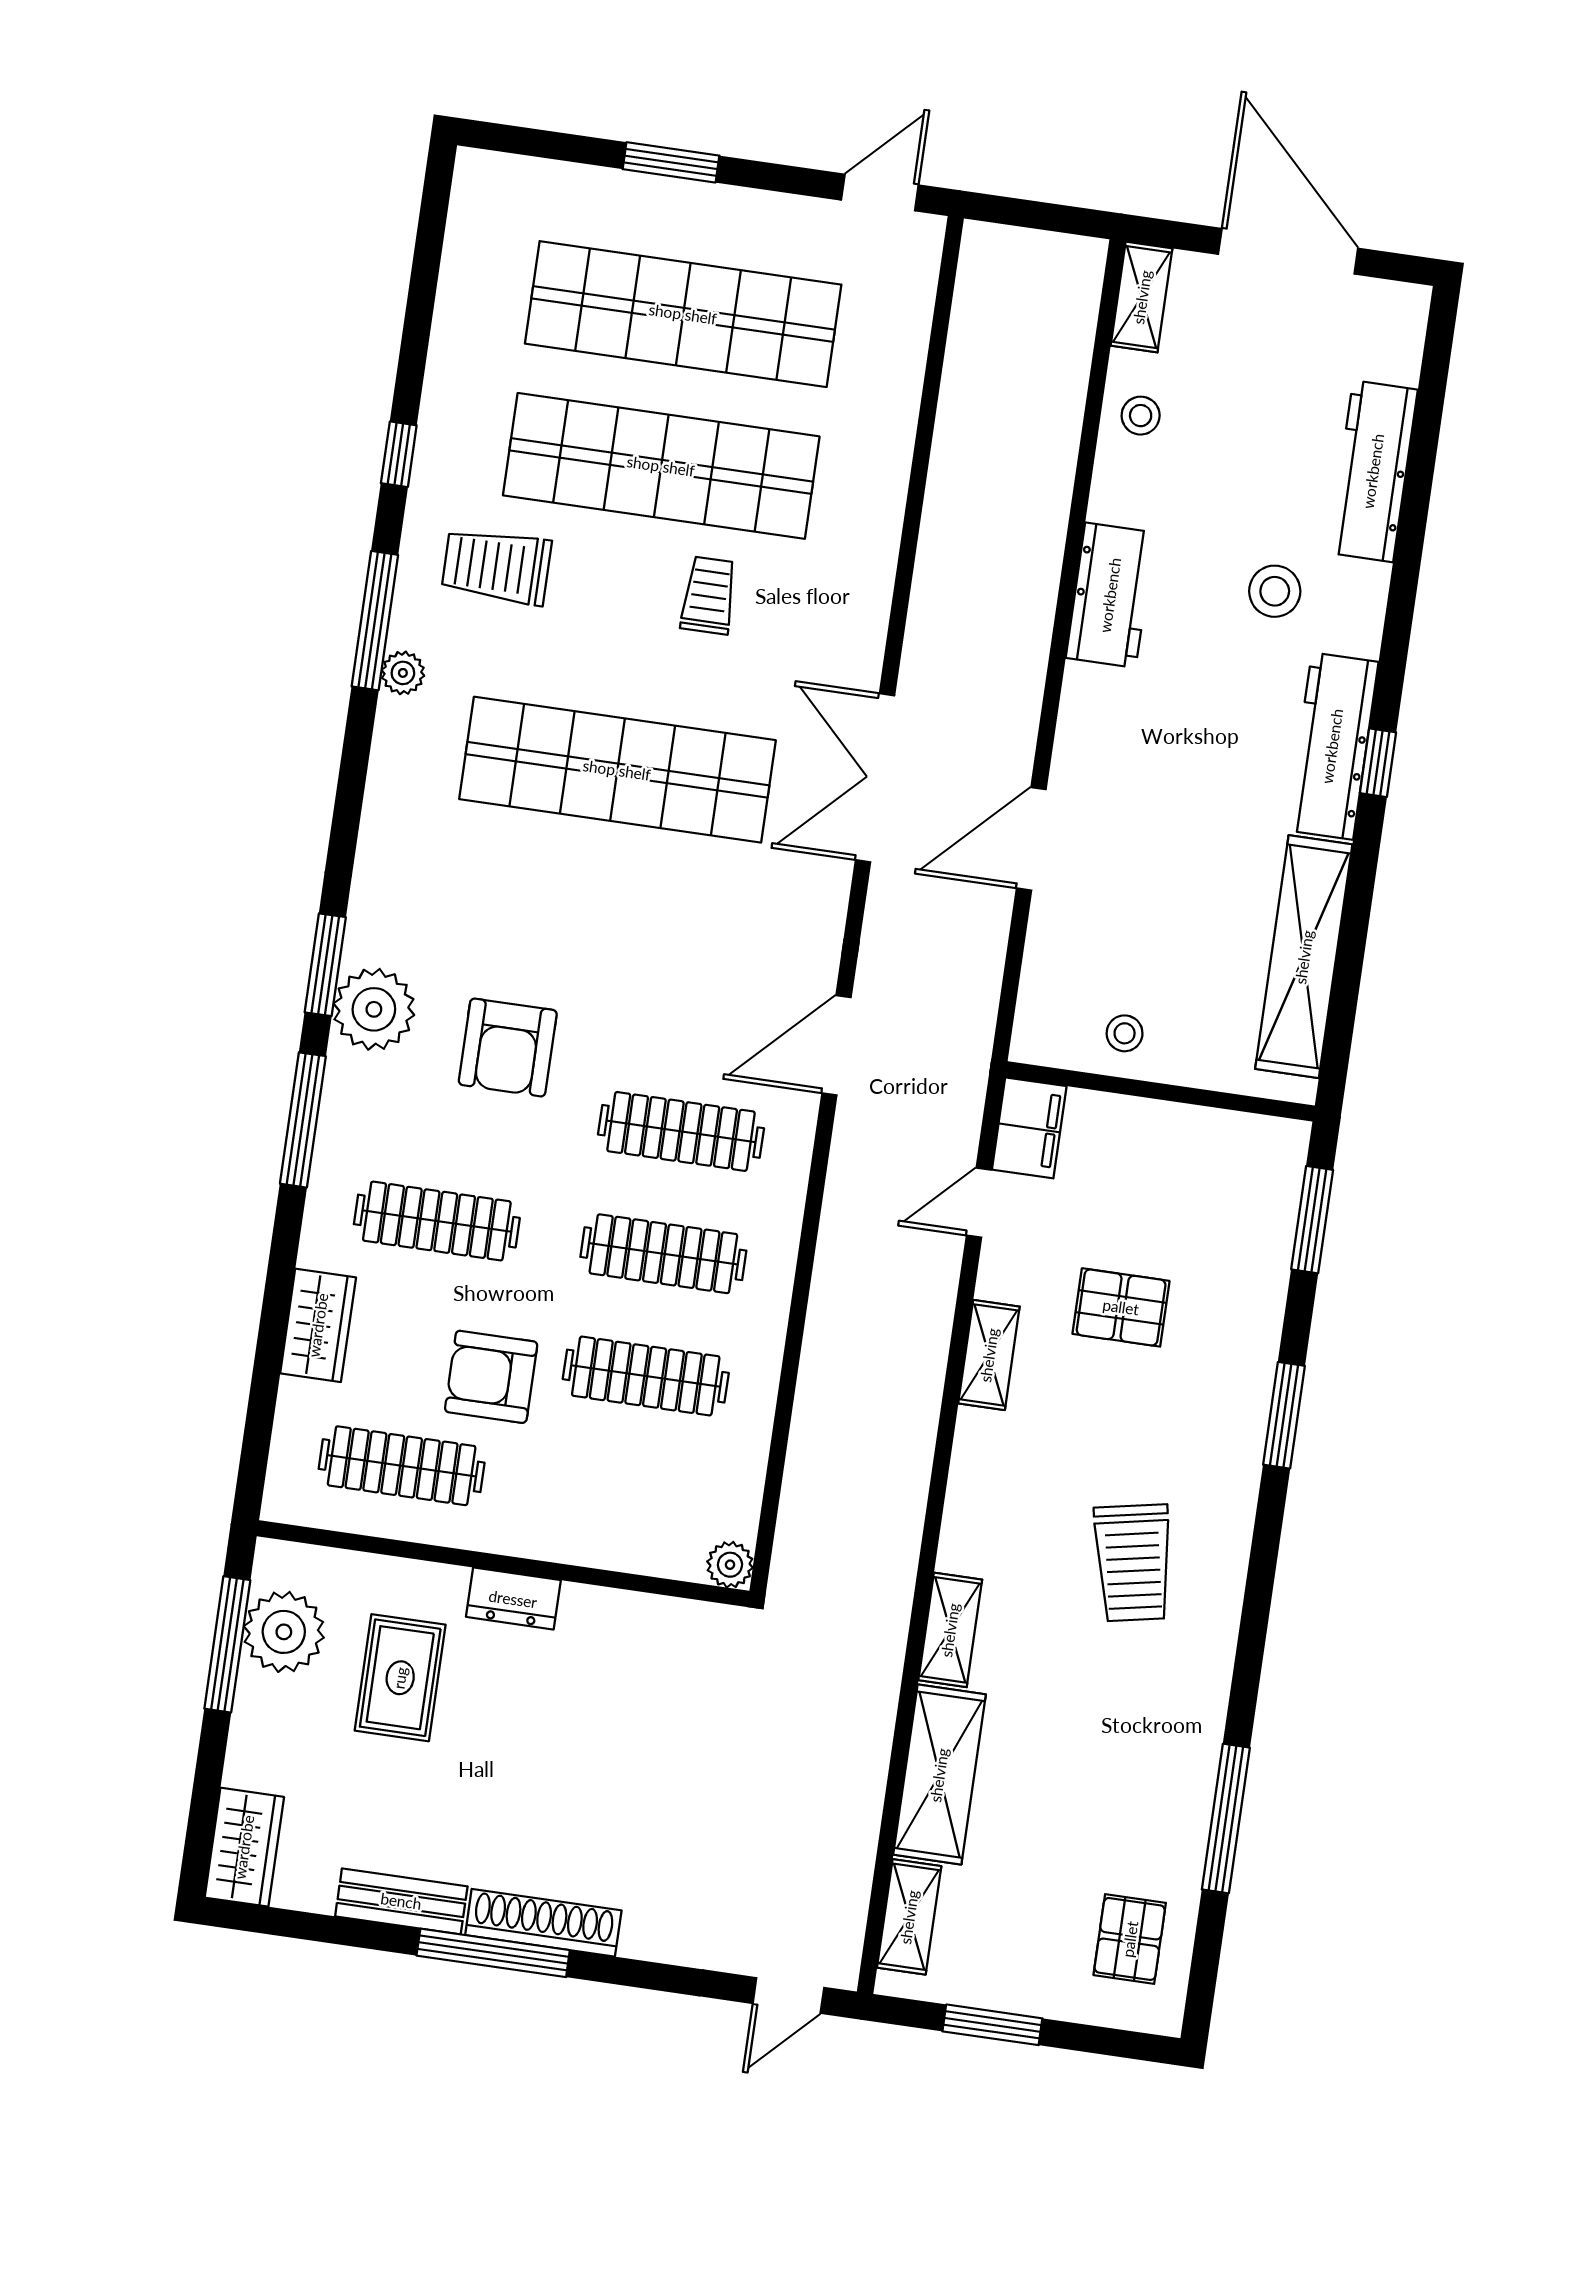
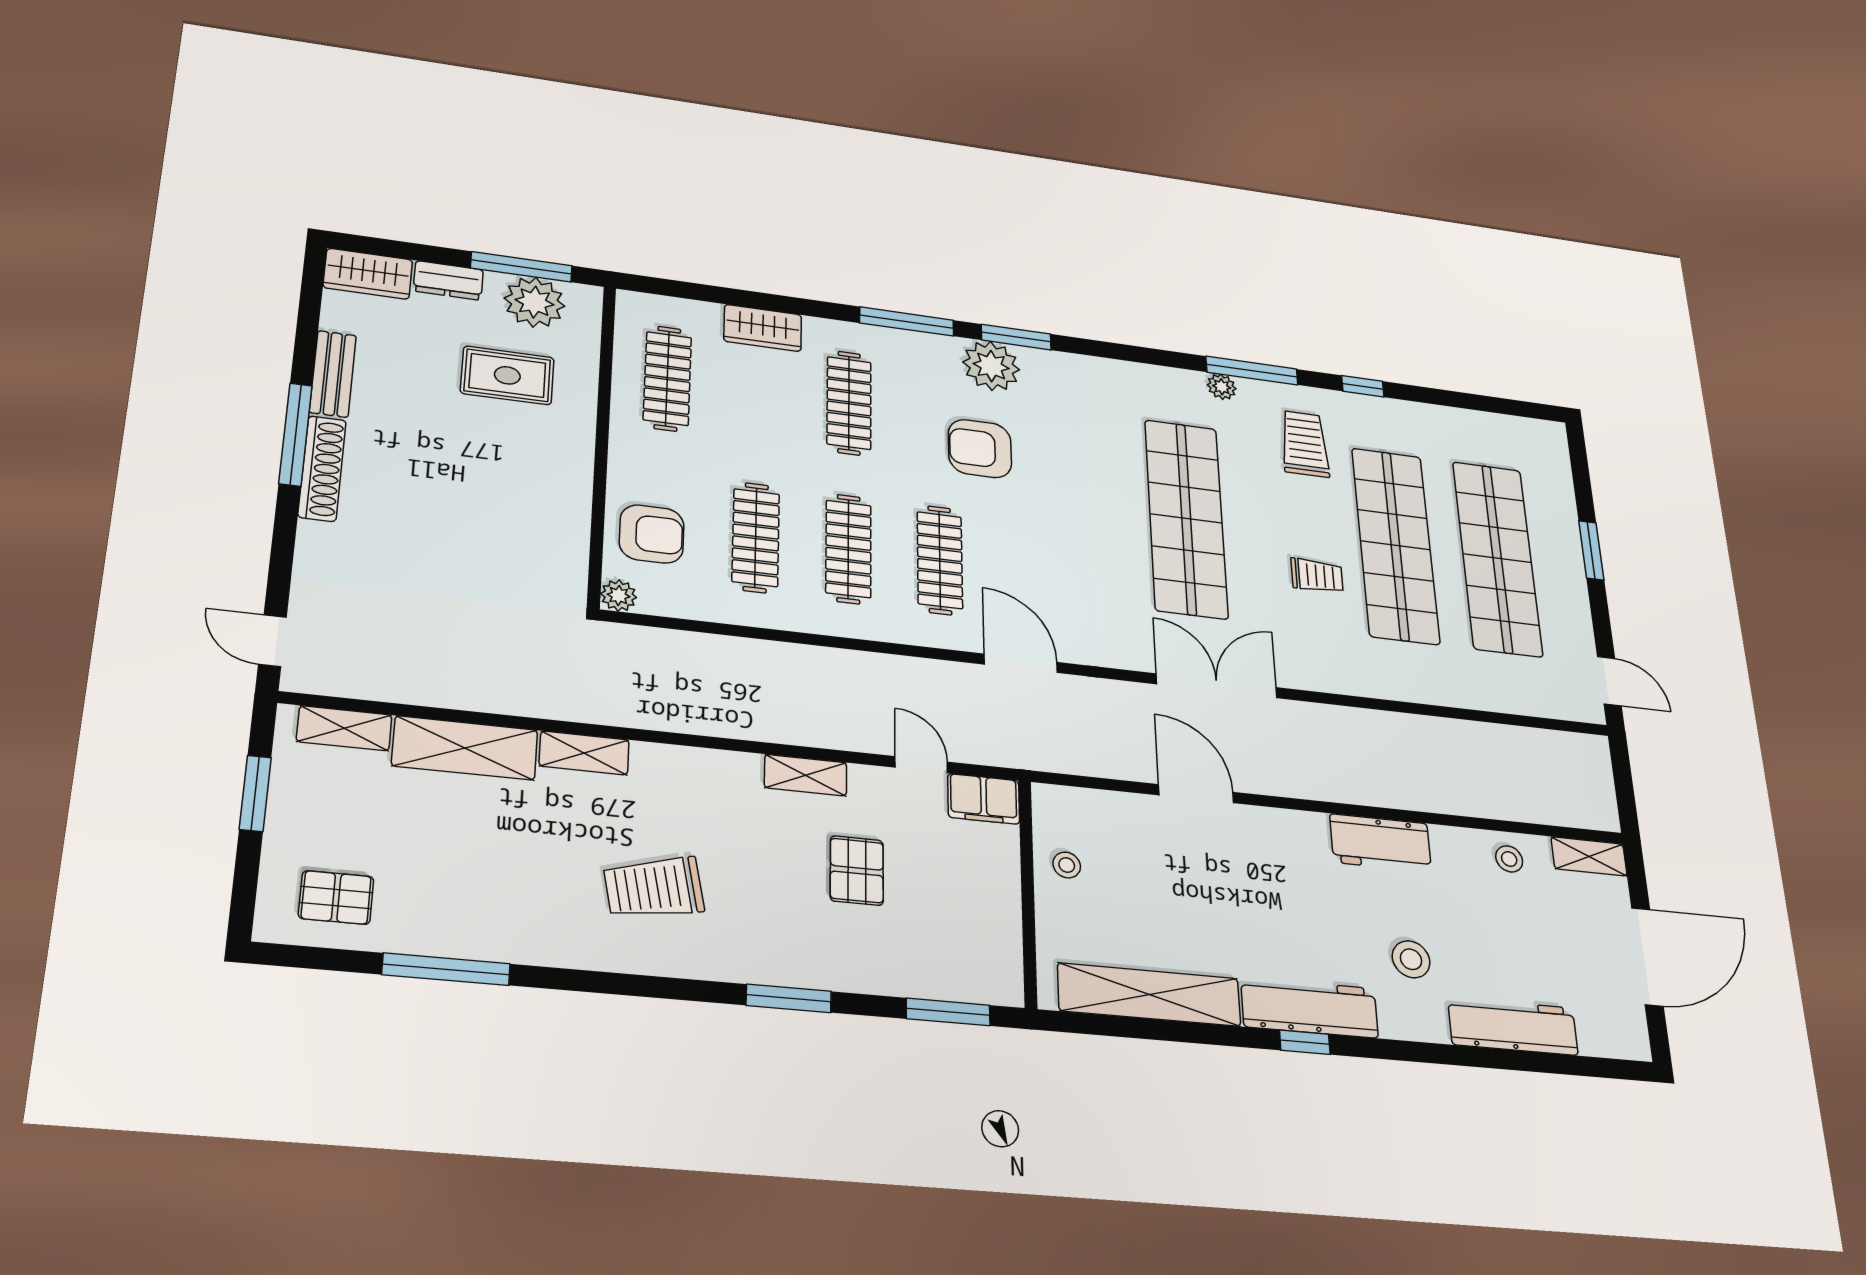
armchair: (491, 1377) -> (652, 534), moved, turned 90
dresser: (513, 1599) -> (448, 280), moved, turned -90

